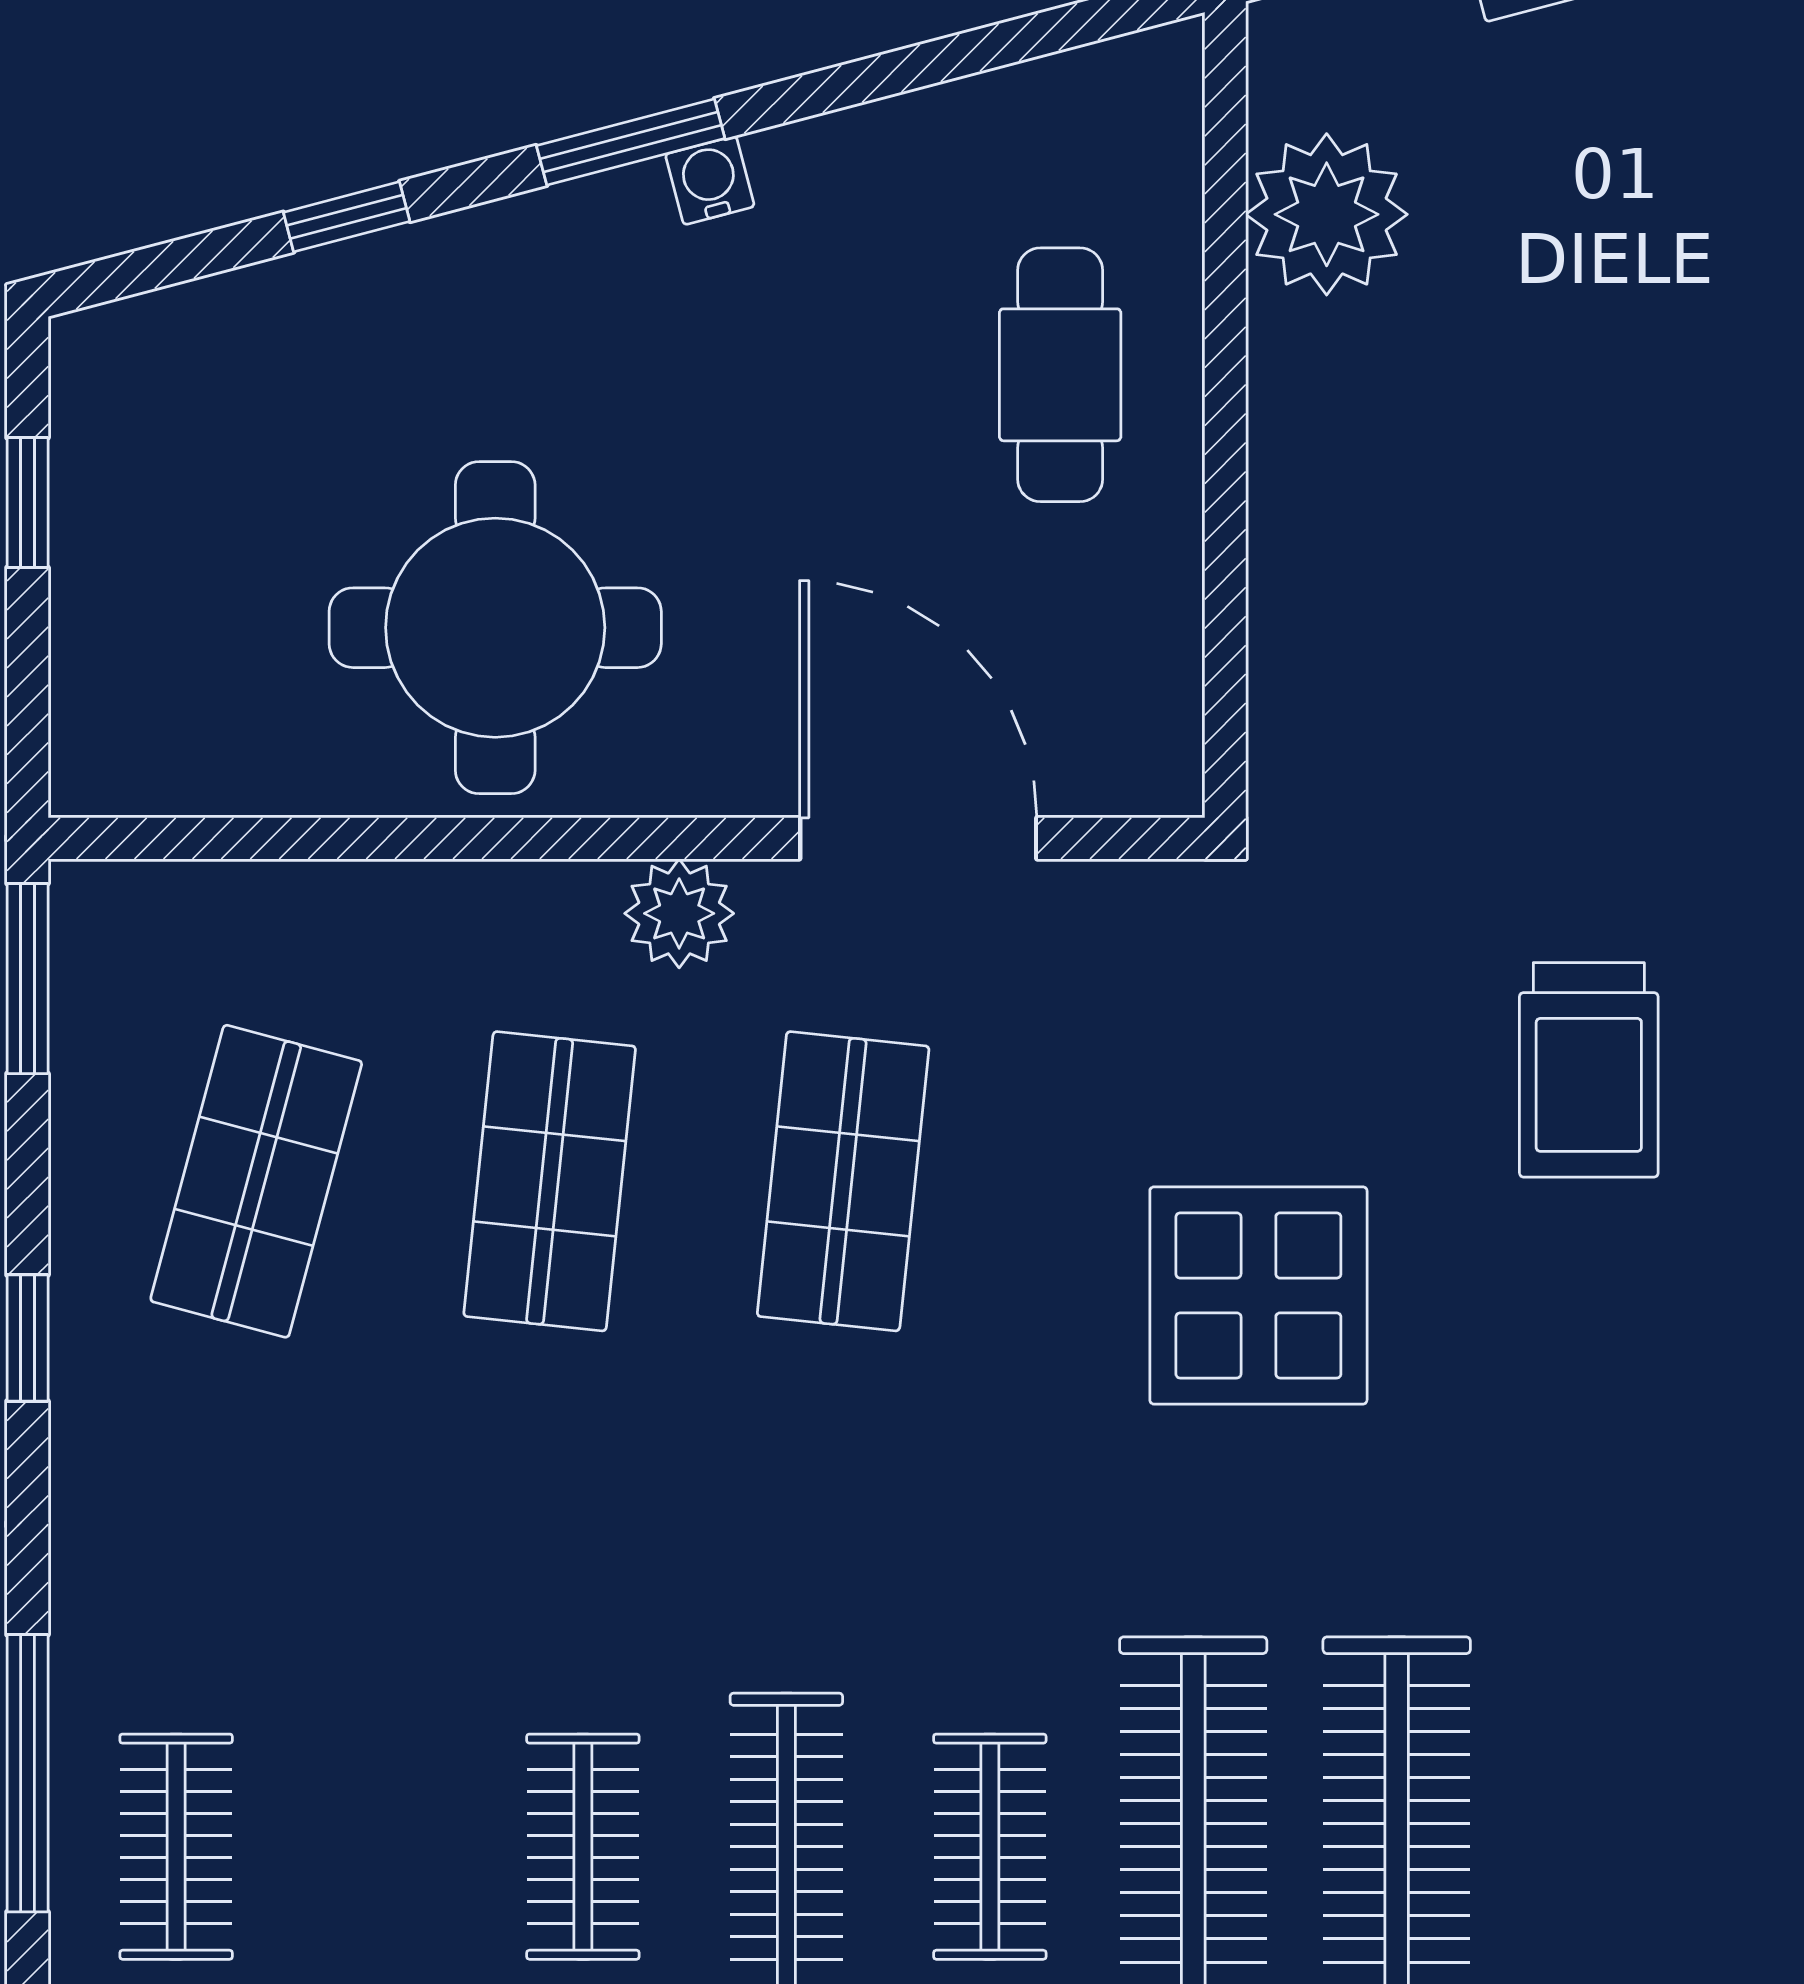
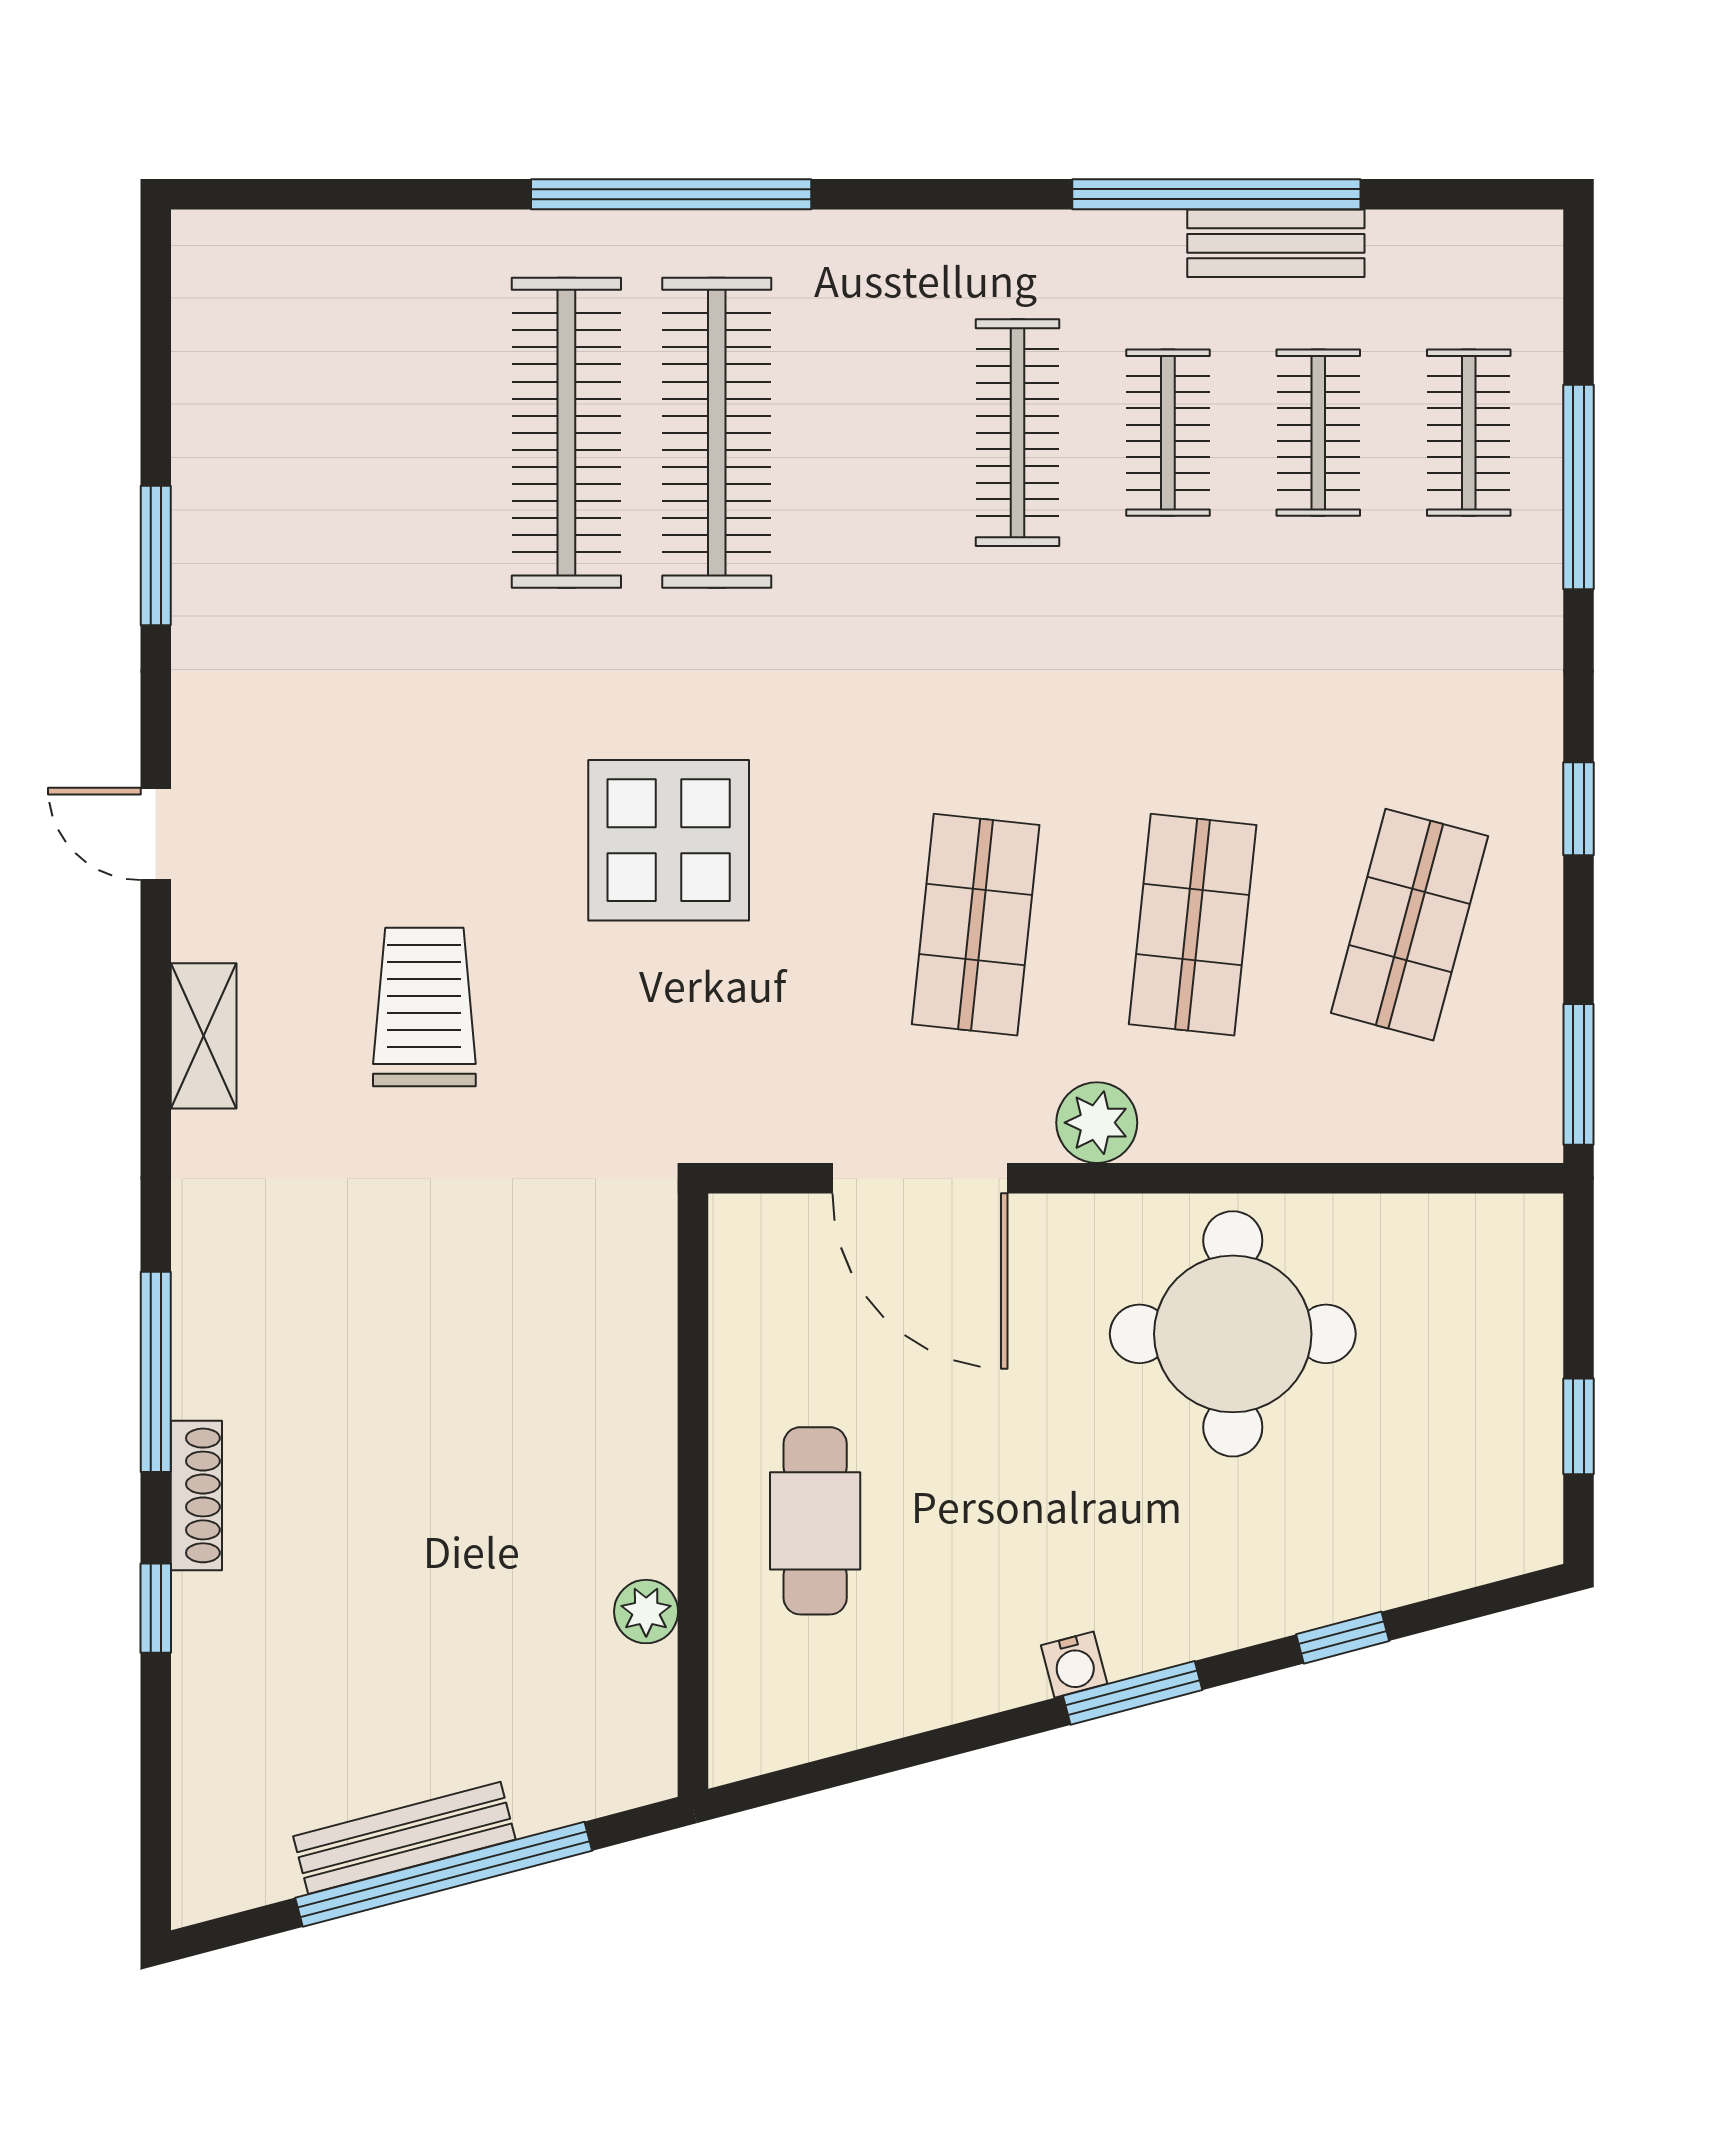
plant: (1327, 214) -> (646, 1612), width x0.53, depth x0.53
clothes rail: (990, 1847) -> (1318, 433), moved

